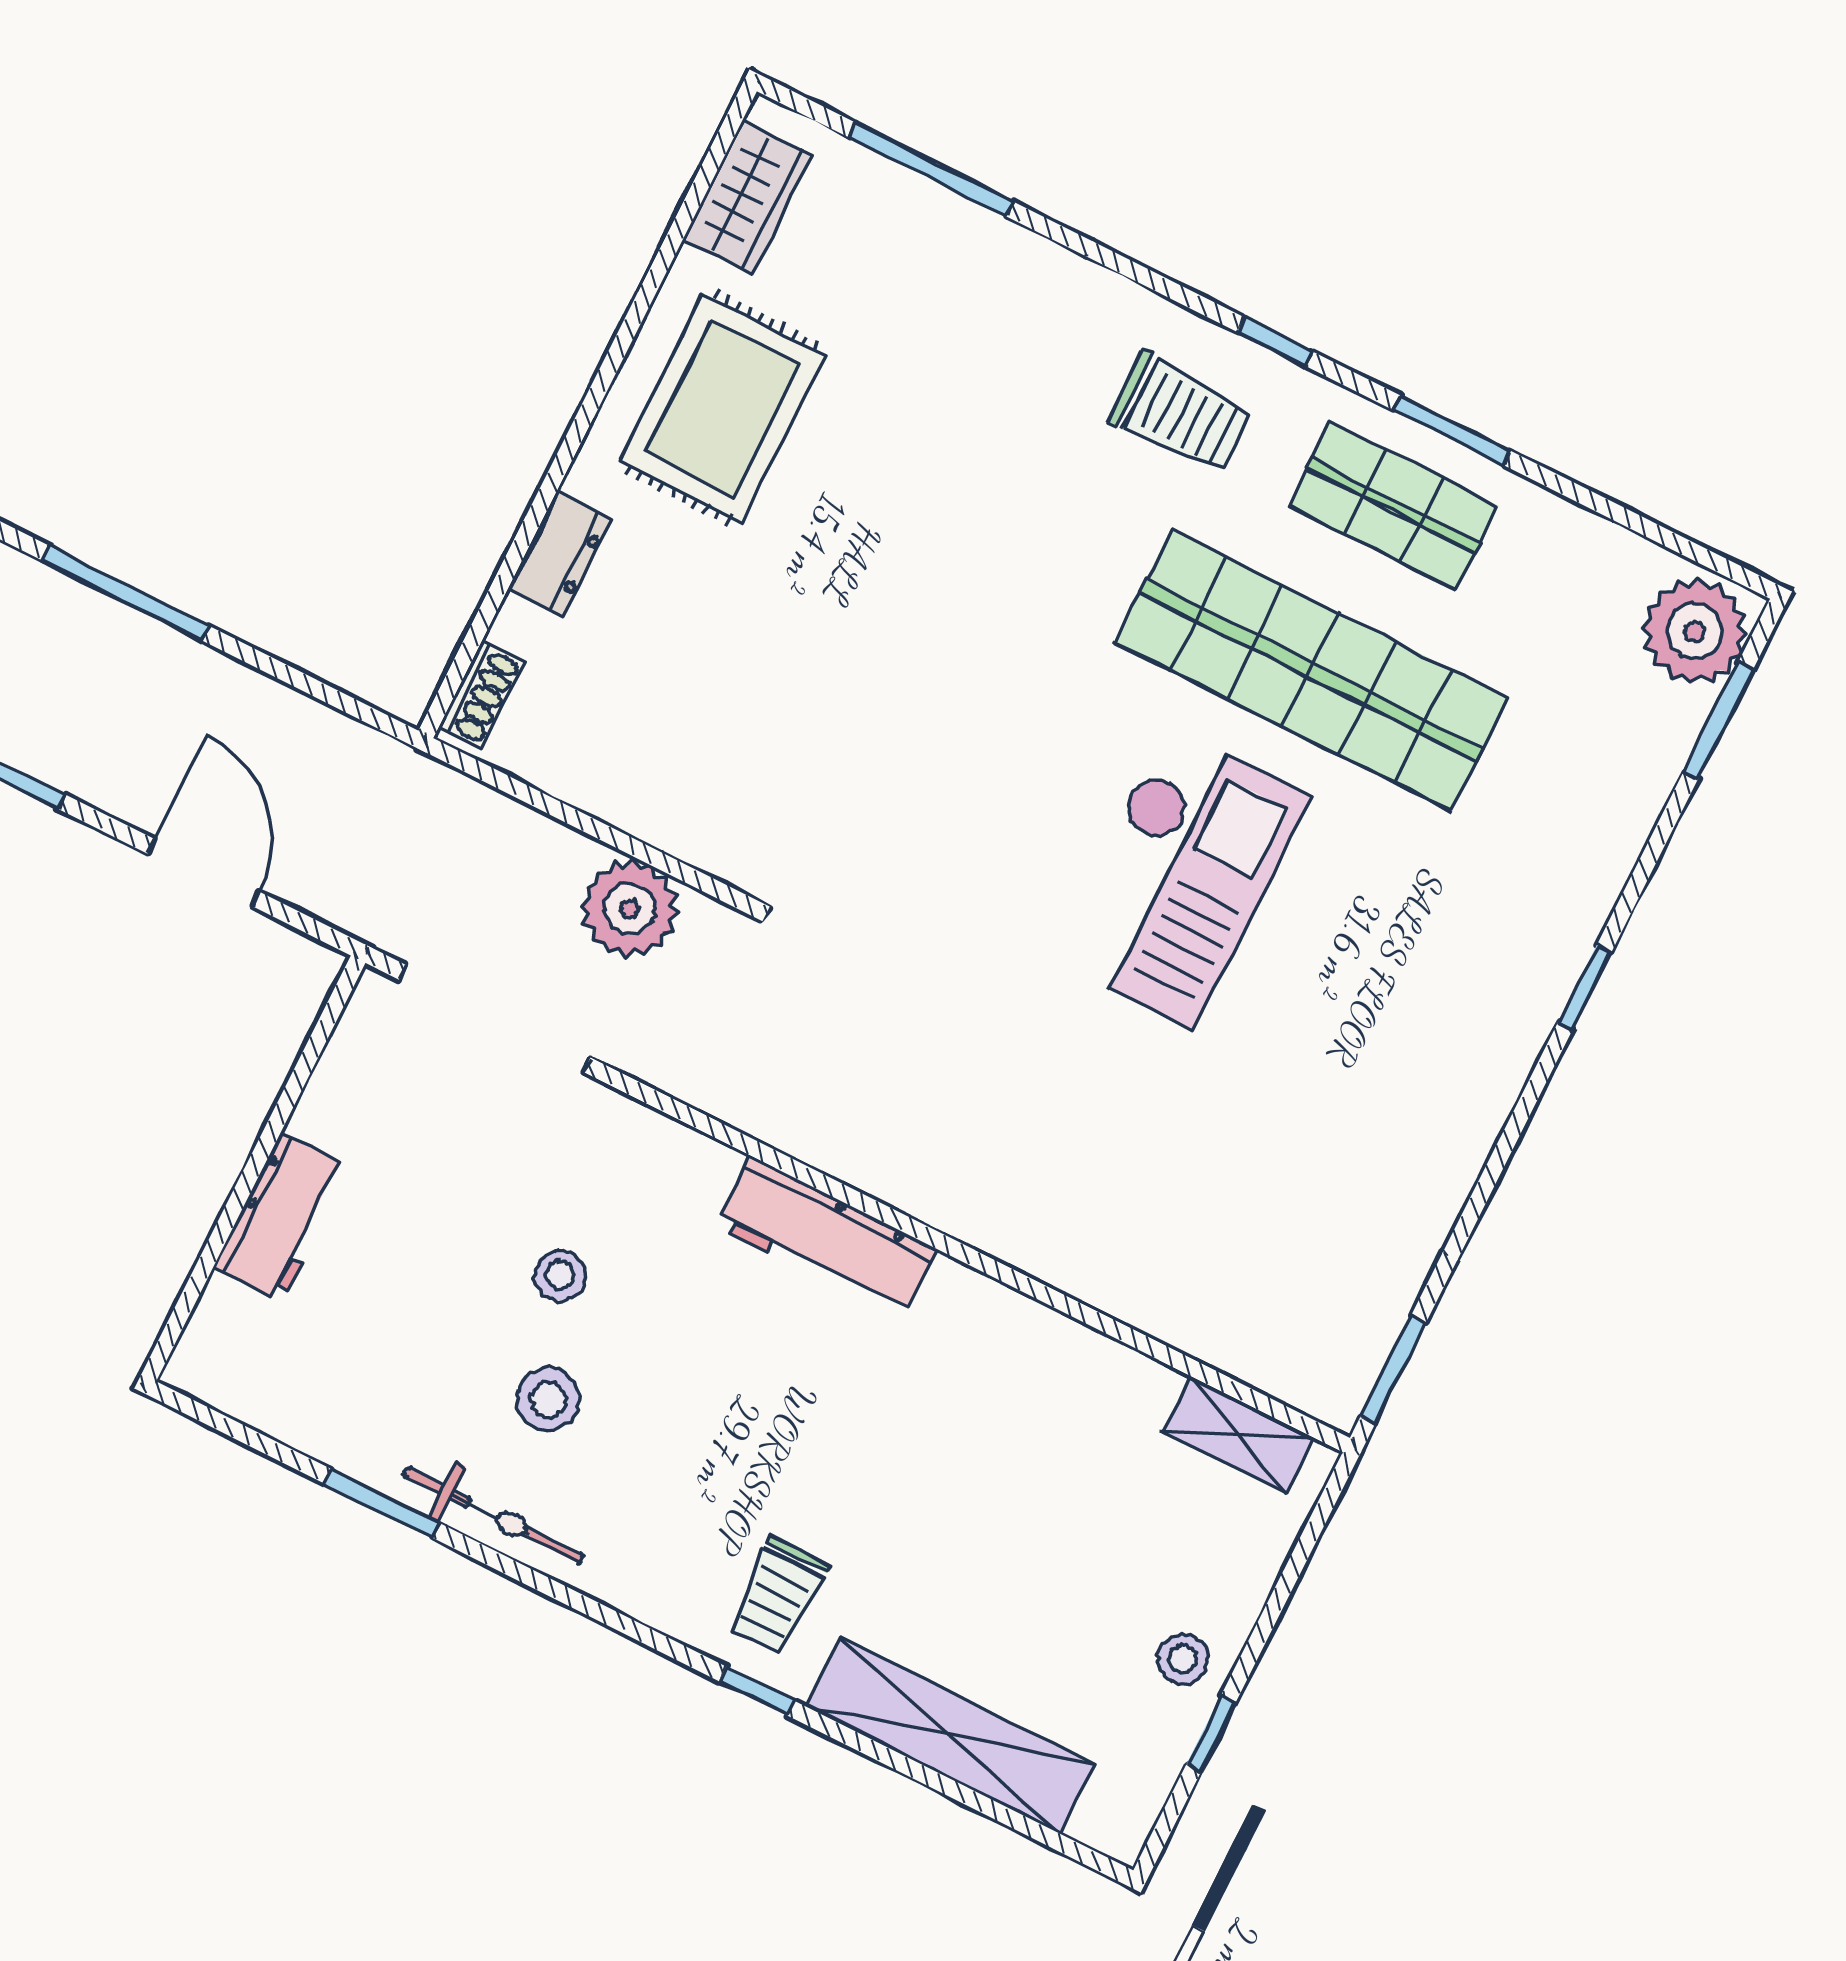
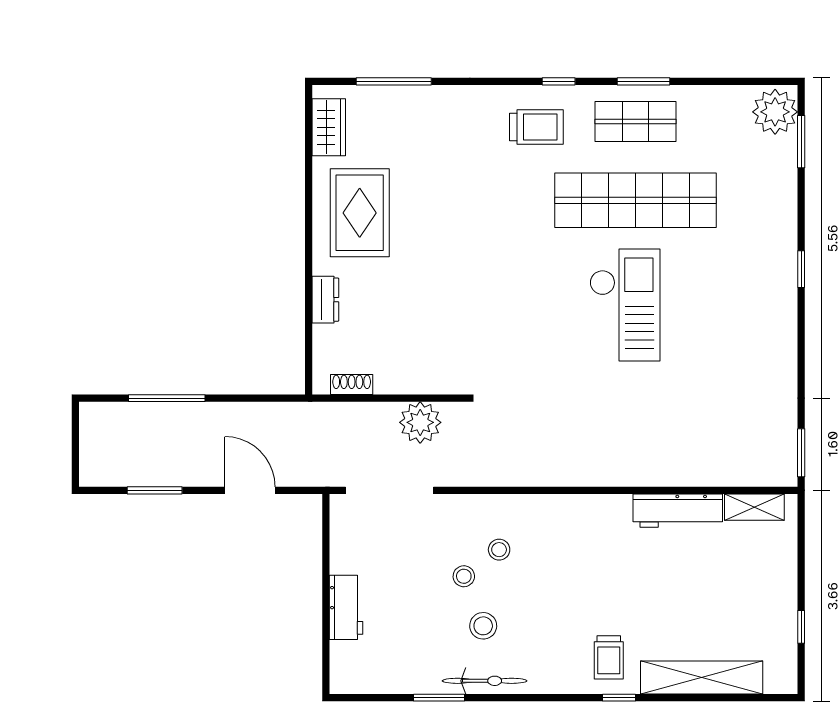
shoe rack: (482, 694) -> (352, 385), moved, turned -90
workbench: (826, 1238) -> (678, 511), moved
stool: (1183, 1659) -> (499, 550), moved

